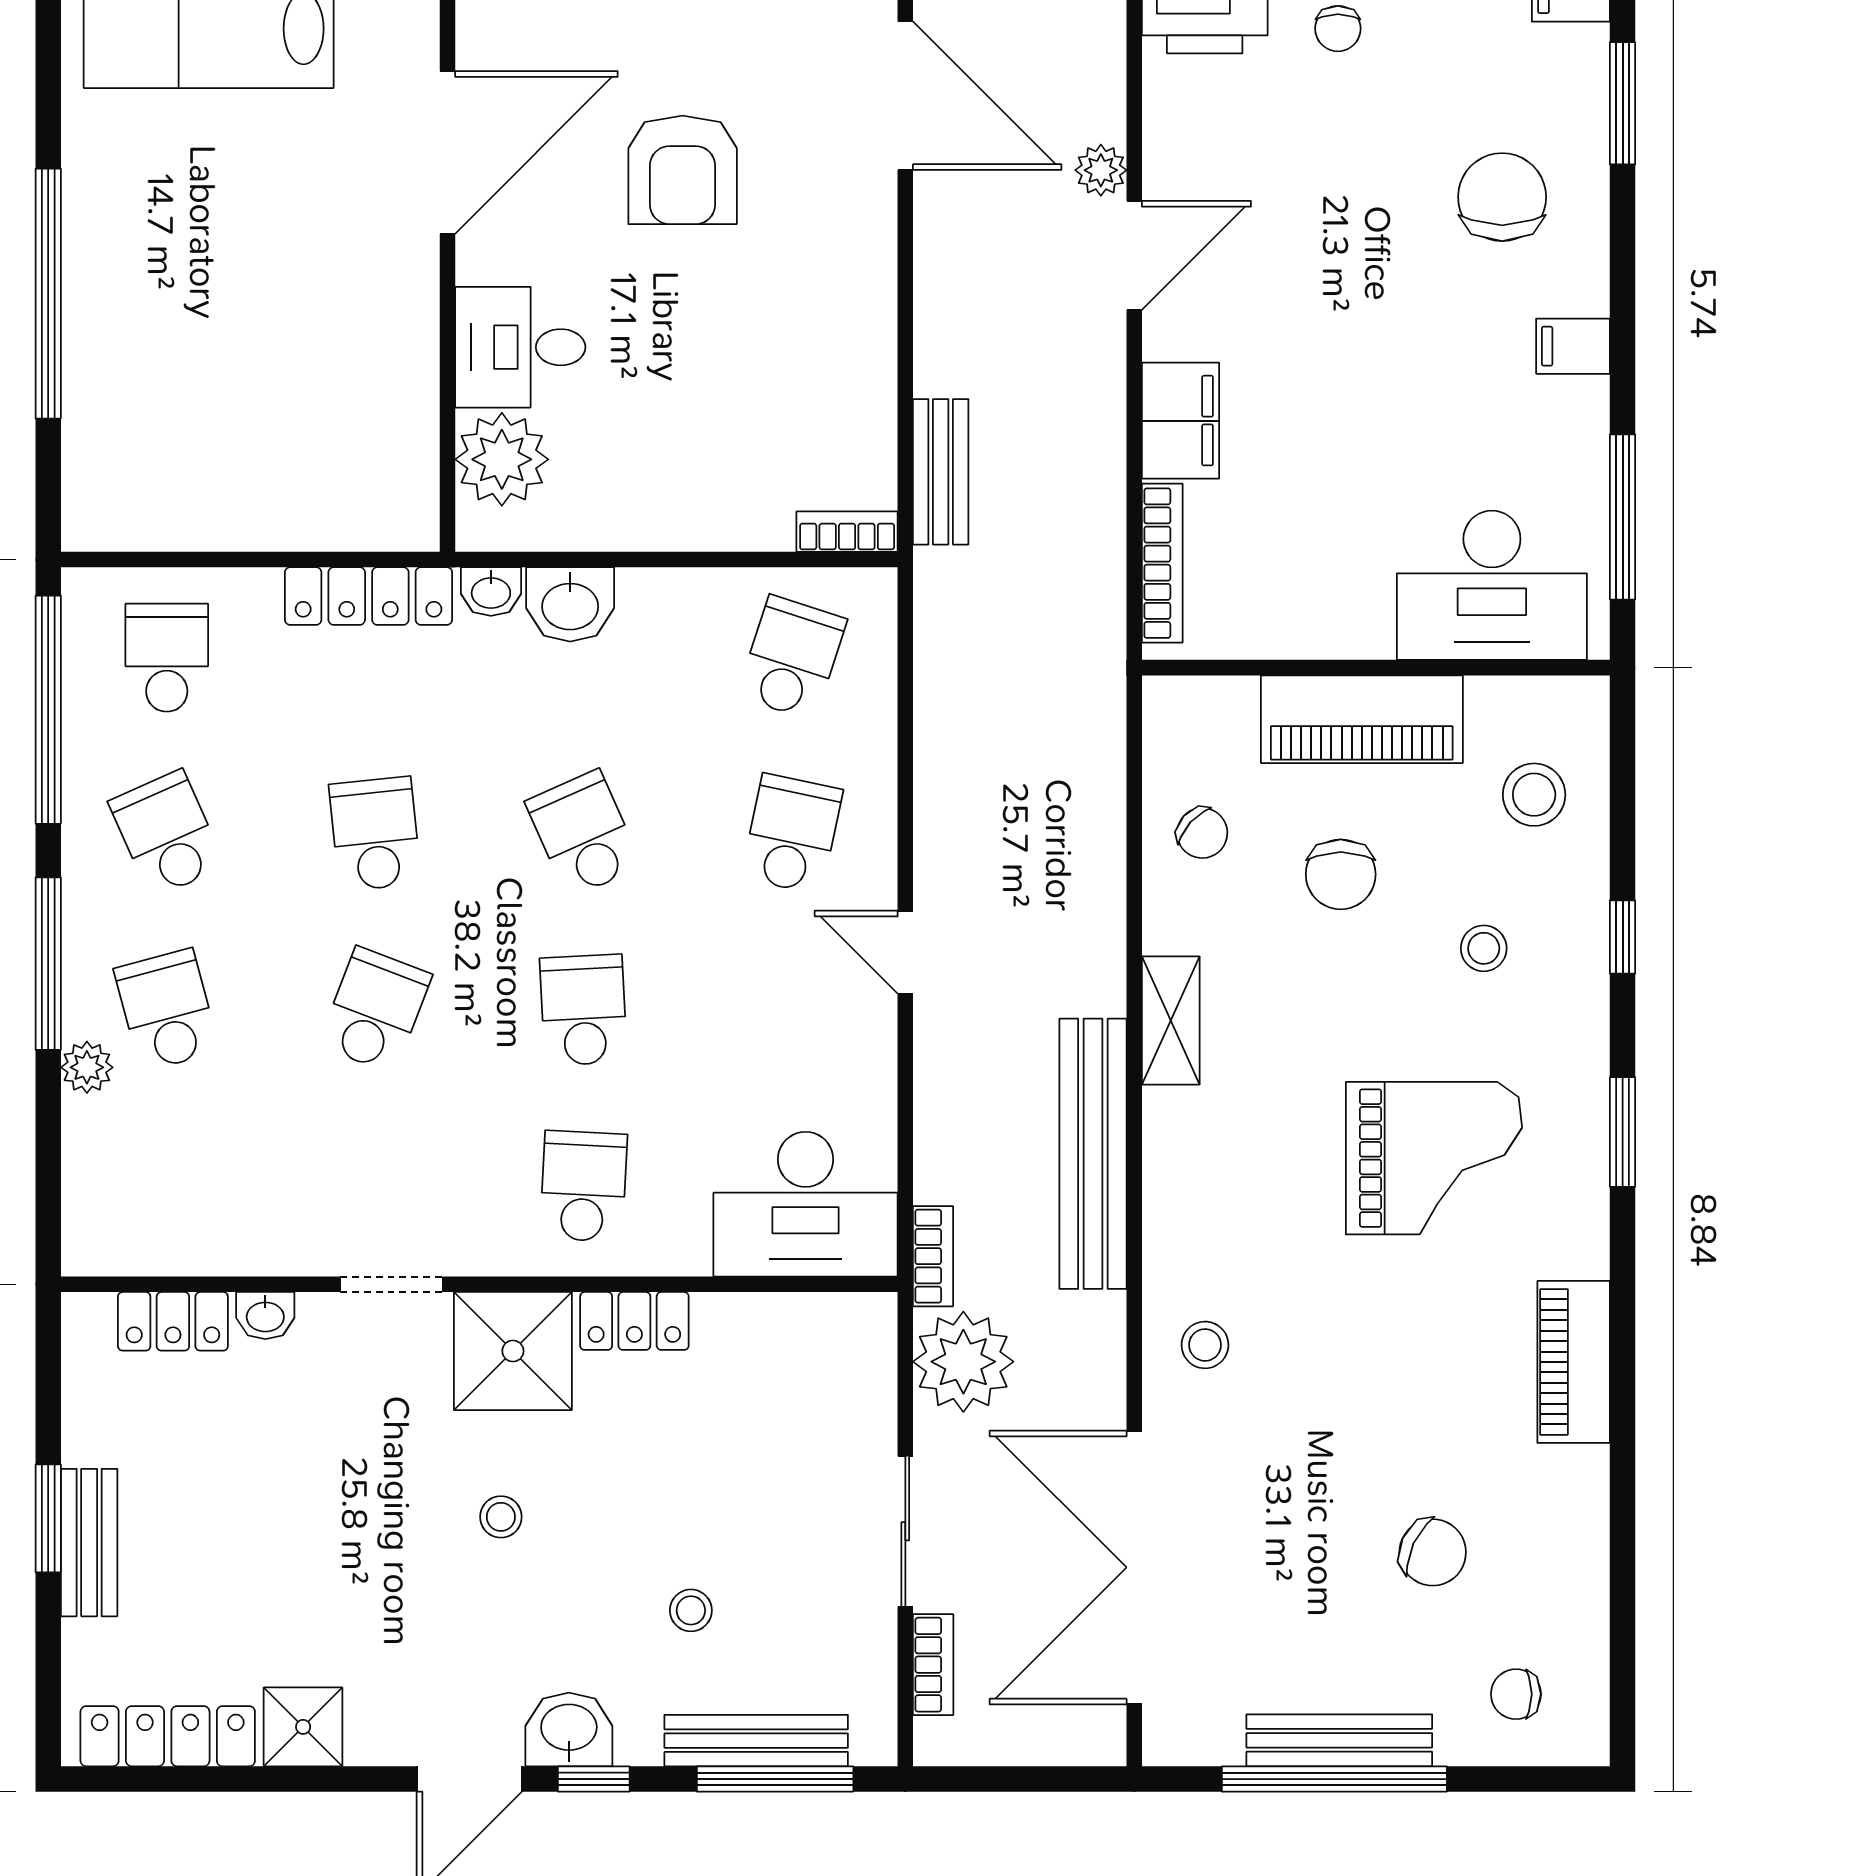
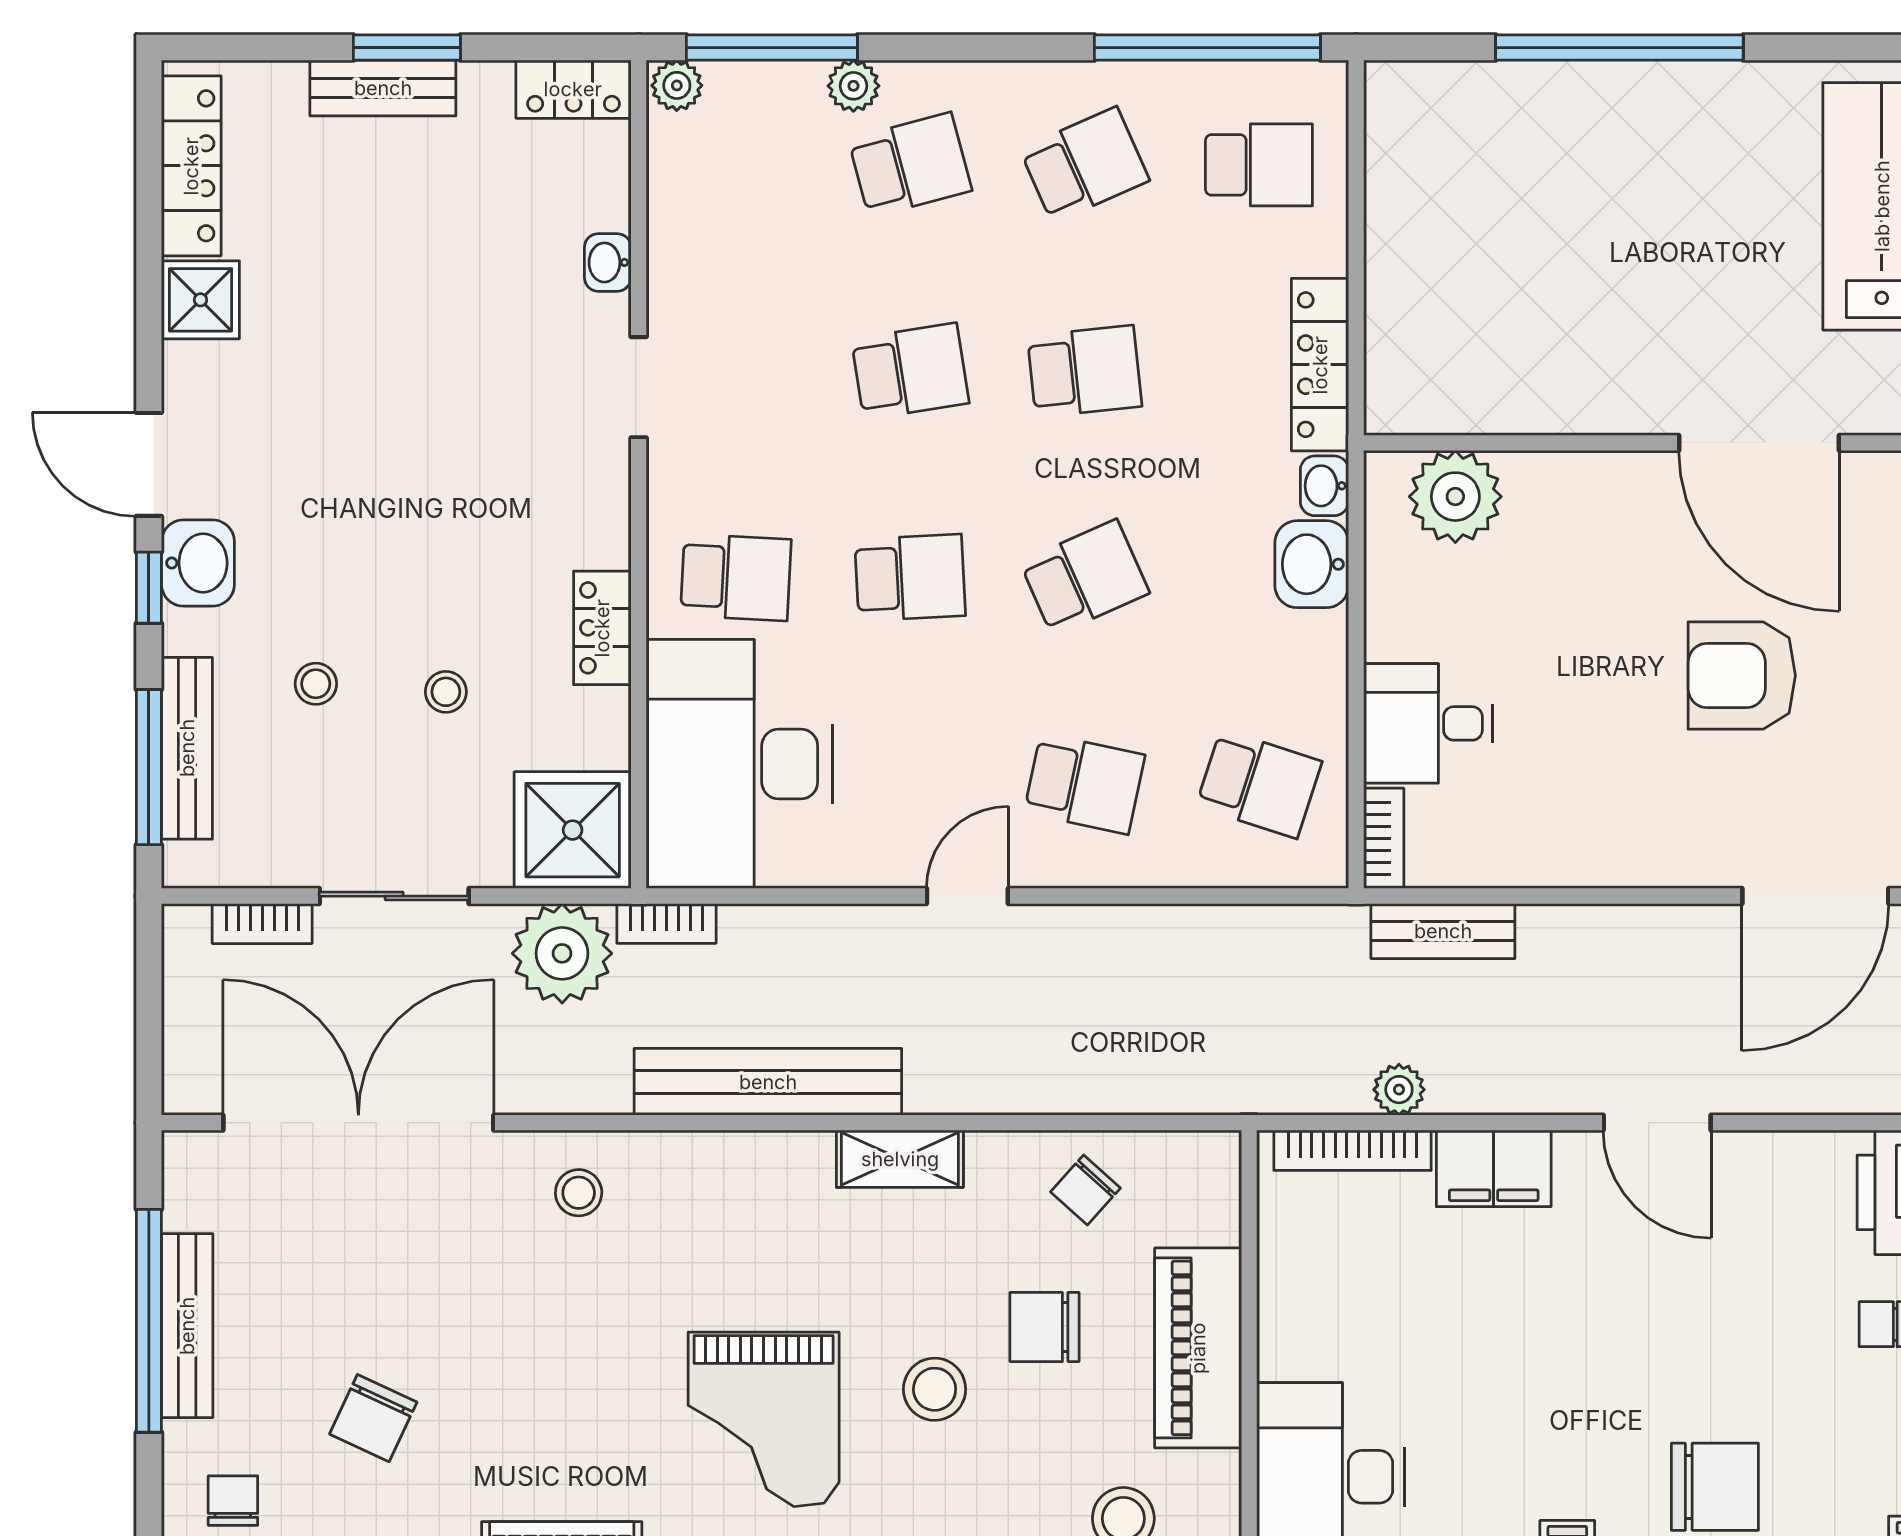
plant: (1101, 170) -> (1399, 1090), moved
desk: (520, 347) -> (1428, 723), moved, turned -90
stool: (1484, 948) -> (935, 1389), moved, width x1.37, depth x1.37
window: (48, 964) -> (772, 48), moved
school desk: (375, 1010) -> (910, 371), turned -30
desk: (806, 1204) -> (739, 764), width x1.36, depth x1.30
plant: (87, 1246) -> (677, 85), added
locker: (173, 1321) -> (573, 89), moved, turned -90
shower: (513, 1351) -> (573, 830), moved
stool: (501, 1517) -> (446, 692), moved

